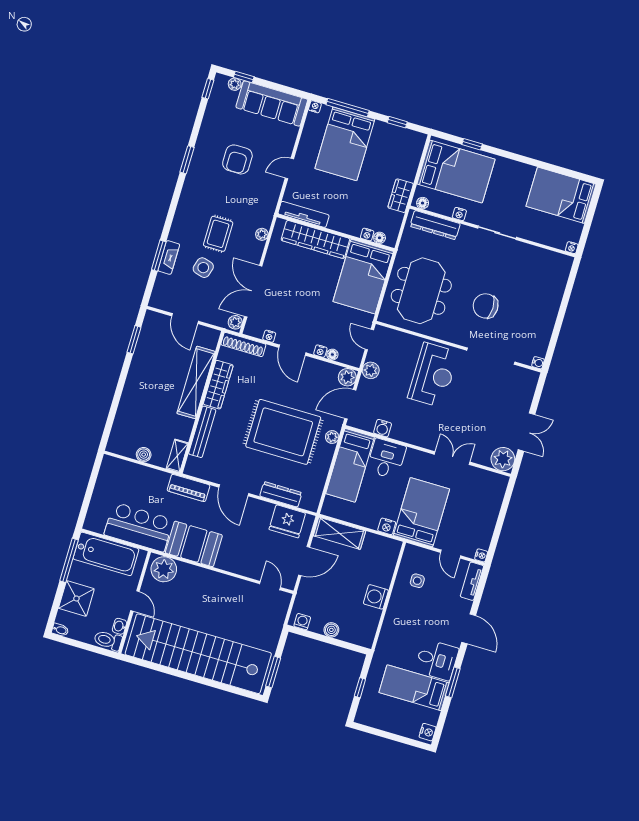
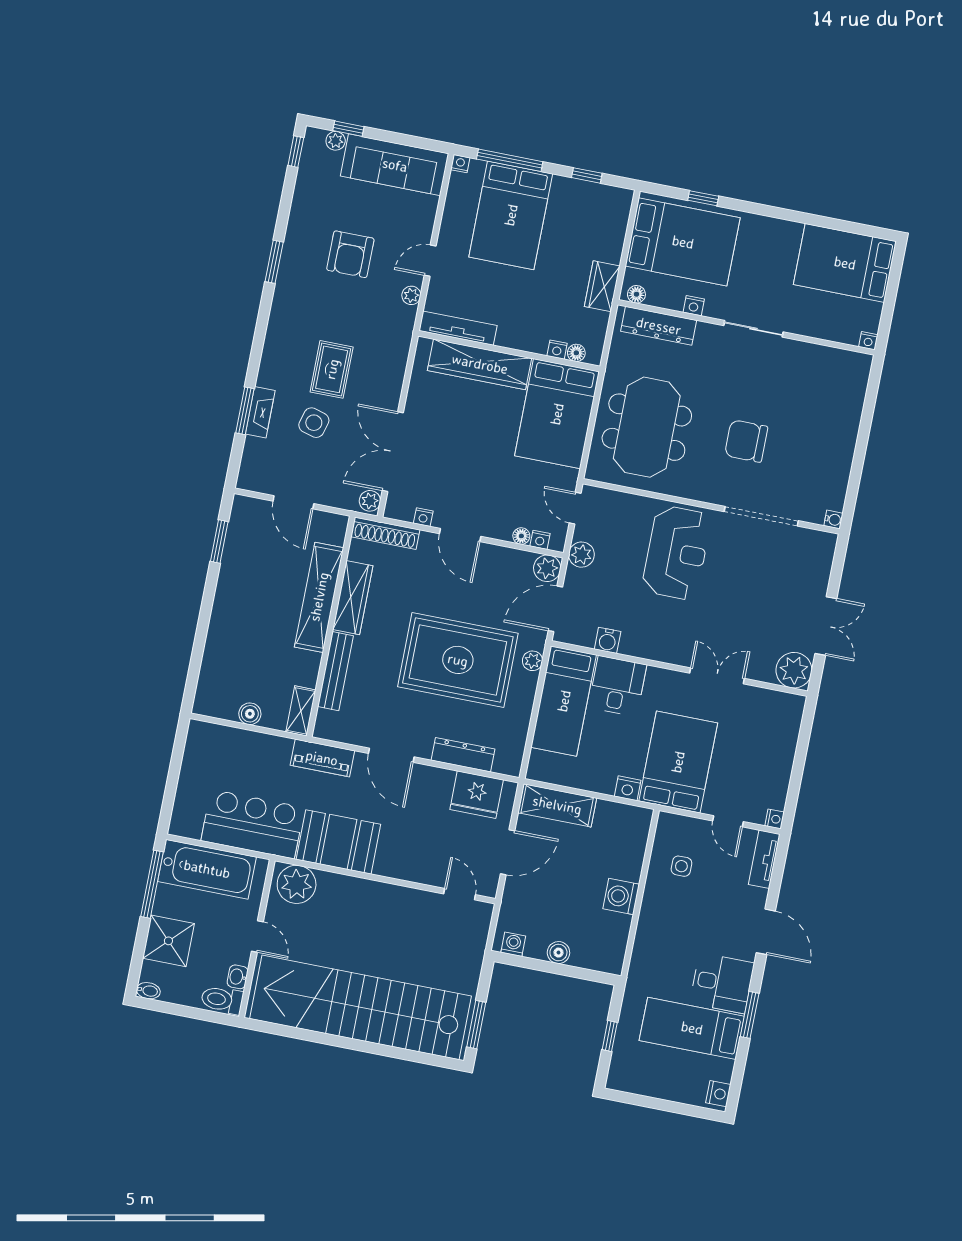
plant: (262, 234) -> (411, 295), moved
nightstand: (320, 351) -> (540, 540), moved

